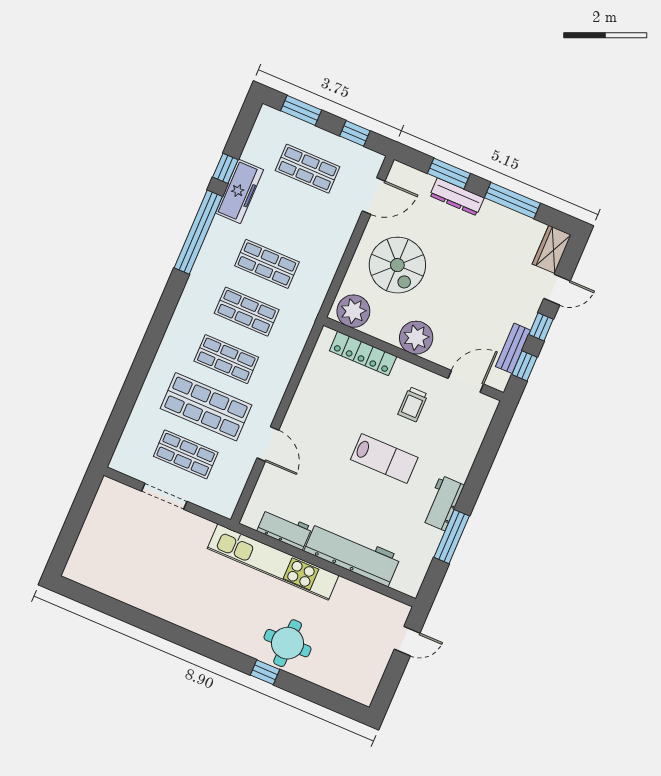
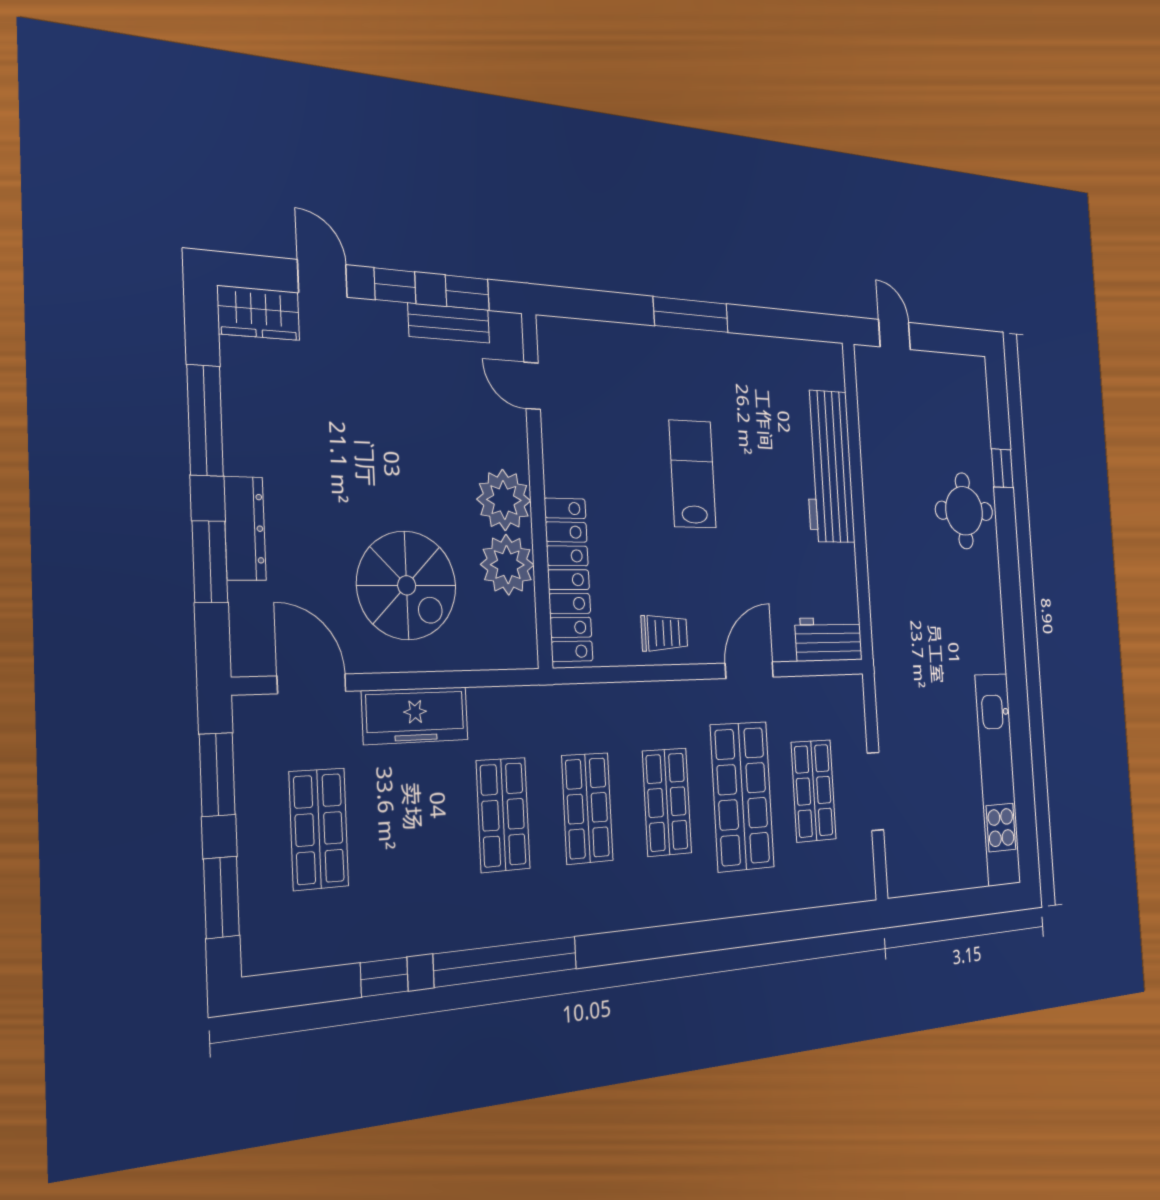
window: (355, 133) -> (217, 774), width x1.50
freezer: (239, 191) -> (415, 715), moved, turned 180
spiral stairs: (397, 265) -> (407, 585), turned 90
plant: (353, 311) -> (507, 565), moved
locker: (363, 354) -> (569, 580), width x1.41, depth x1.21
door: (466, 381) -> (532, 386), width x0.73
trolley: (413, 404) -> (664, 633), moved
workbench: (443, 503) -> (711, 353), removed
workbench: (284, 529) -> (829, 639), moved, turned 90
window: (452, 537) -> (691, 315), moved
kitchen unit: (273, 562) -> (998, 779), moved, turned 180
window: (265, 672) -> (1002, 468), moved

